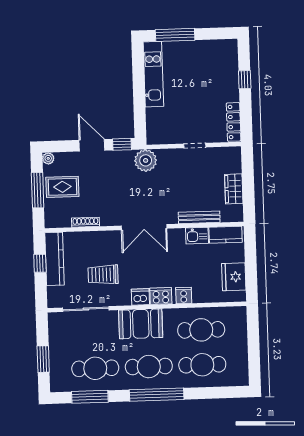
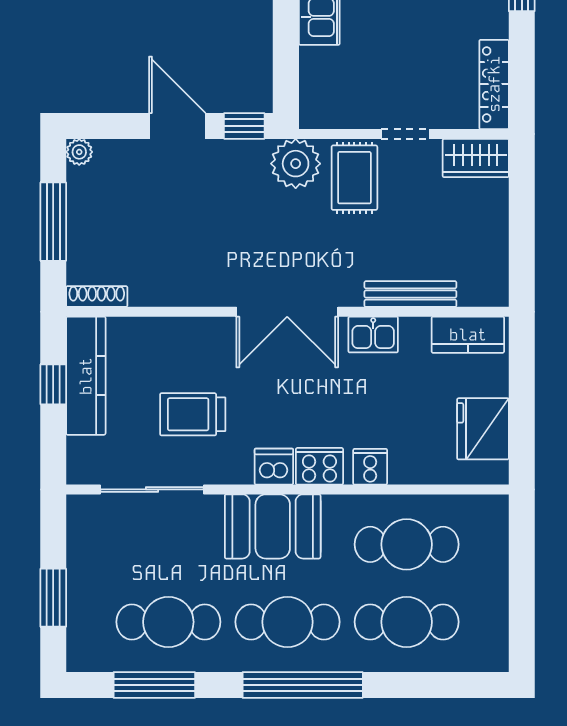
rug: (62, 187) -> (354, 178), moved, turned 90
wardrobe: (234, 189) -> (476, 158), moved, turned -90
shoe rack: (85, 222) -> (97, 296), moved
kitchen sink: (197, 236) -> (373, 335), moved

